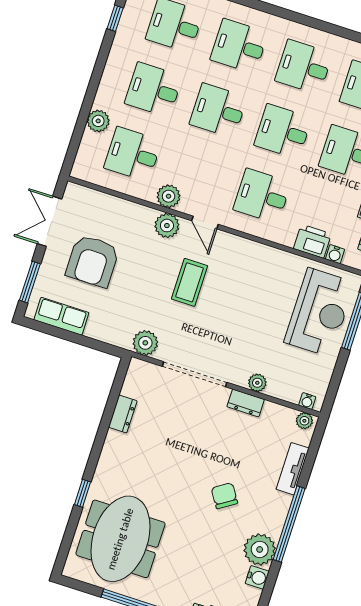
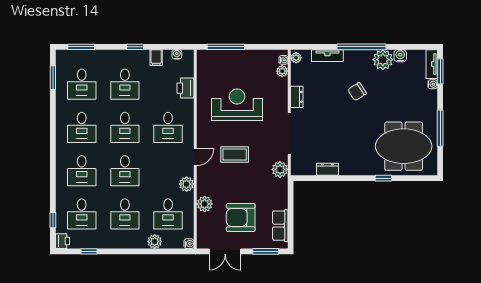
plant: (167, 226) -> (205, 204), moved
water cooler: (335, 254) -> (189, 244), moved
armchair: (93, 261) -> (241, 218), turned 180
reception desk: (319, 312) -> (237, 105), moved
plant: (257, 383) -> (282, 71), moved

